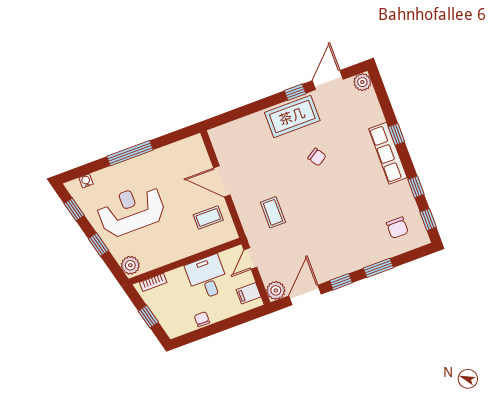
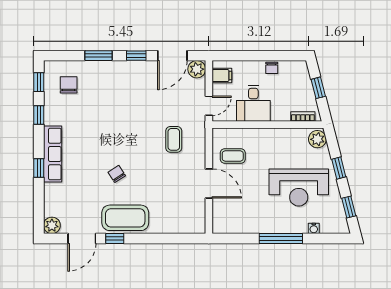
water cooler: (86, 181) -> (314, 228), moved

